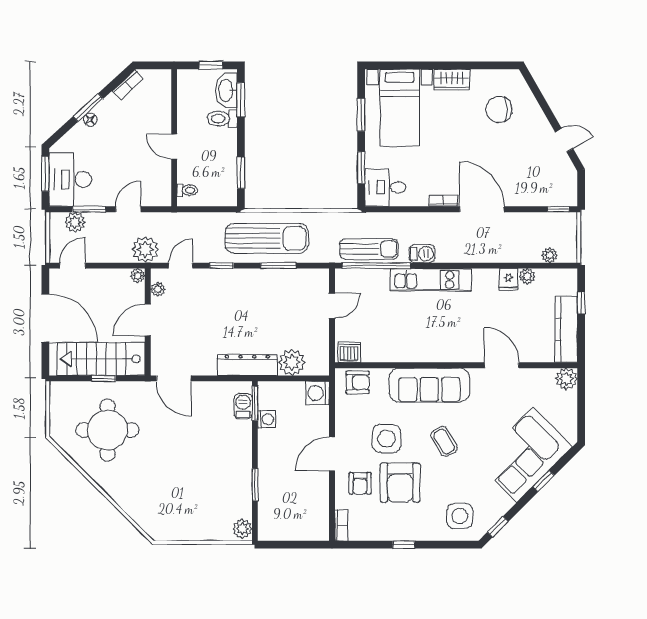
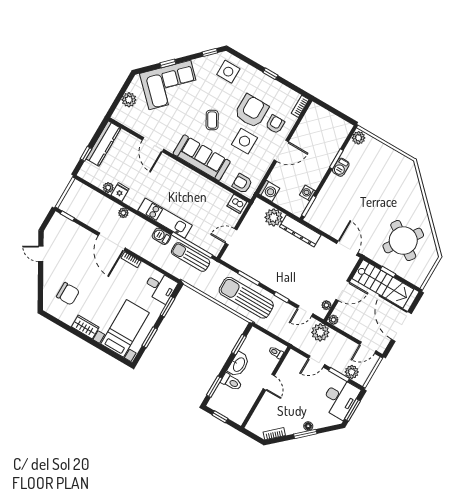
washbasin: (226, 90) -> (239, 364), moved
plant: (550, 255) -> (123, 213), moved
plant: (566, 379) -> (129, 100), moved
barbecue: (243, 406) -> (341, 167), moved
round table: (108, 430) -> (403, 241), turned 35

